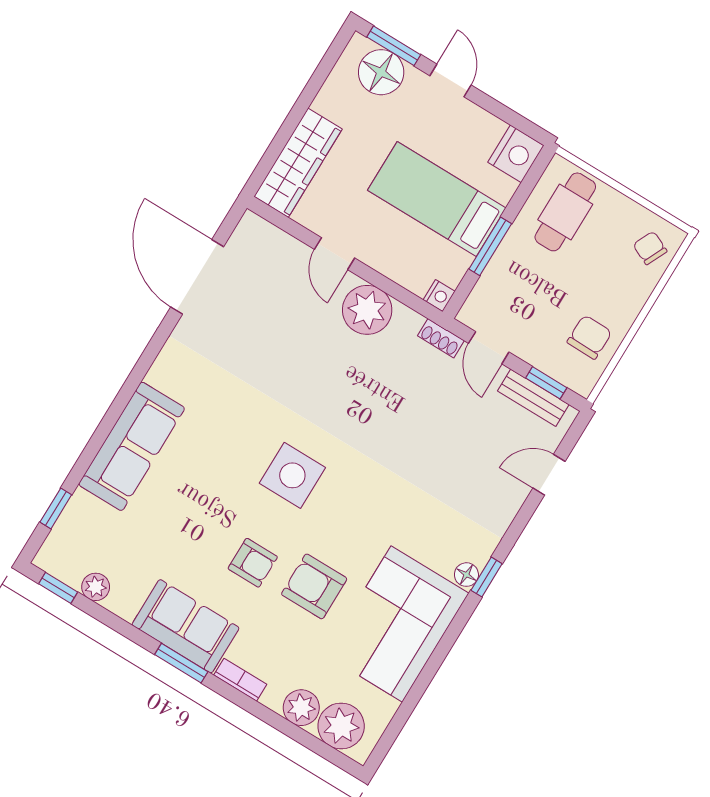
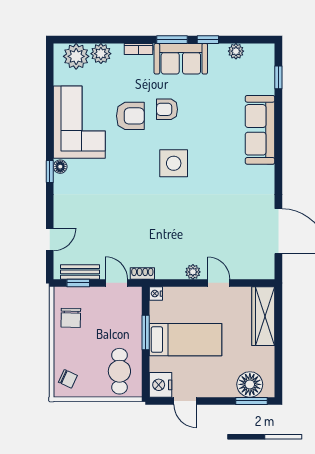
door: (450, 80) -> (185, 401), moved
plant: (367, 310) -> (193, 272), width x0.53, depth x0.53
window: (58, 588) -> (208, 40), moved

